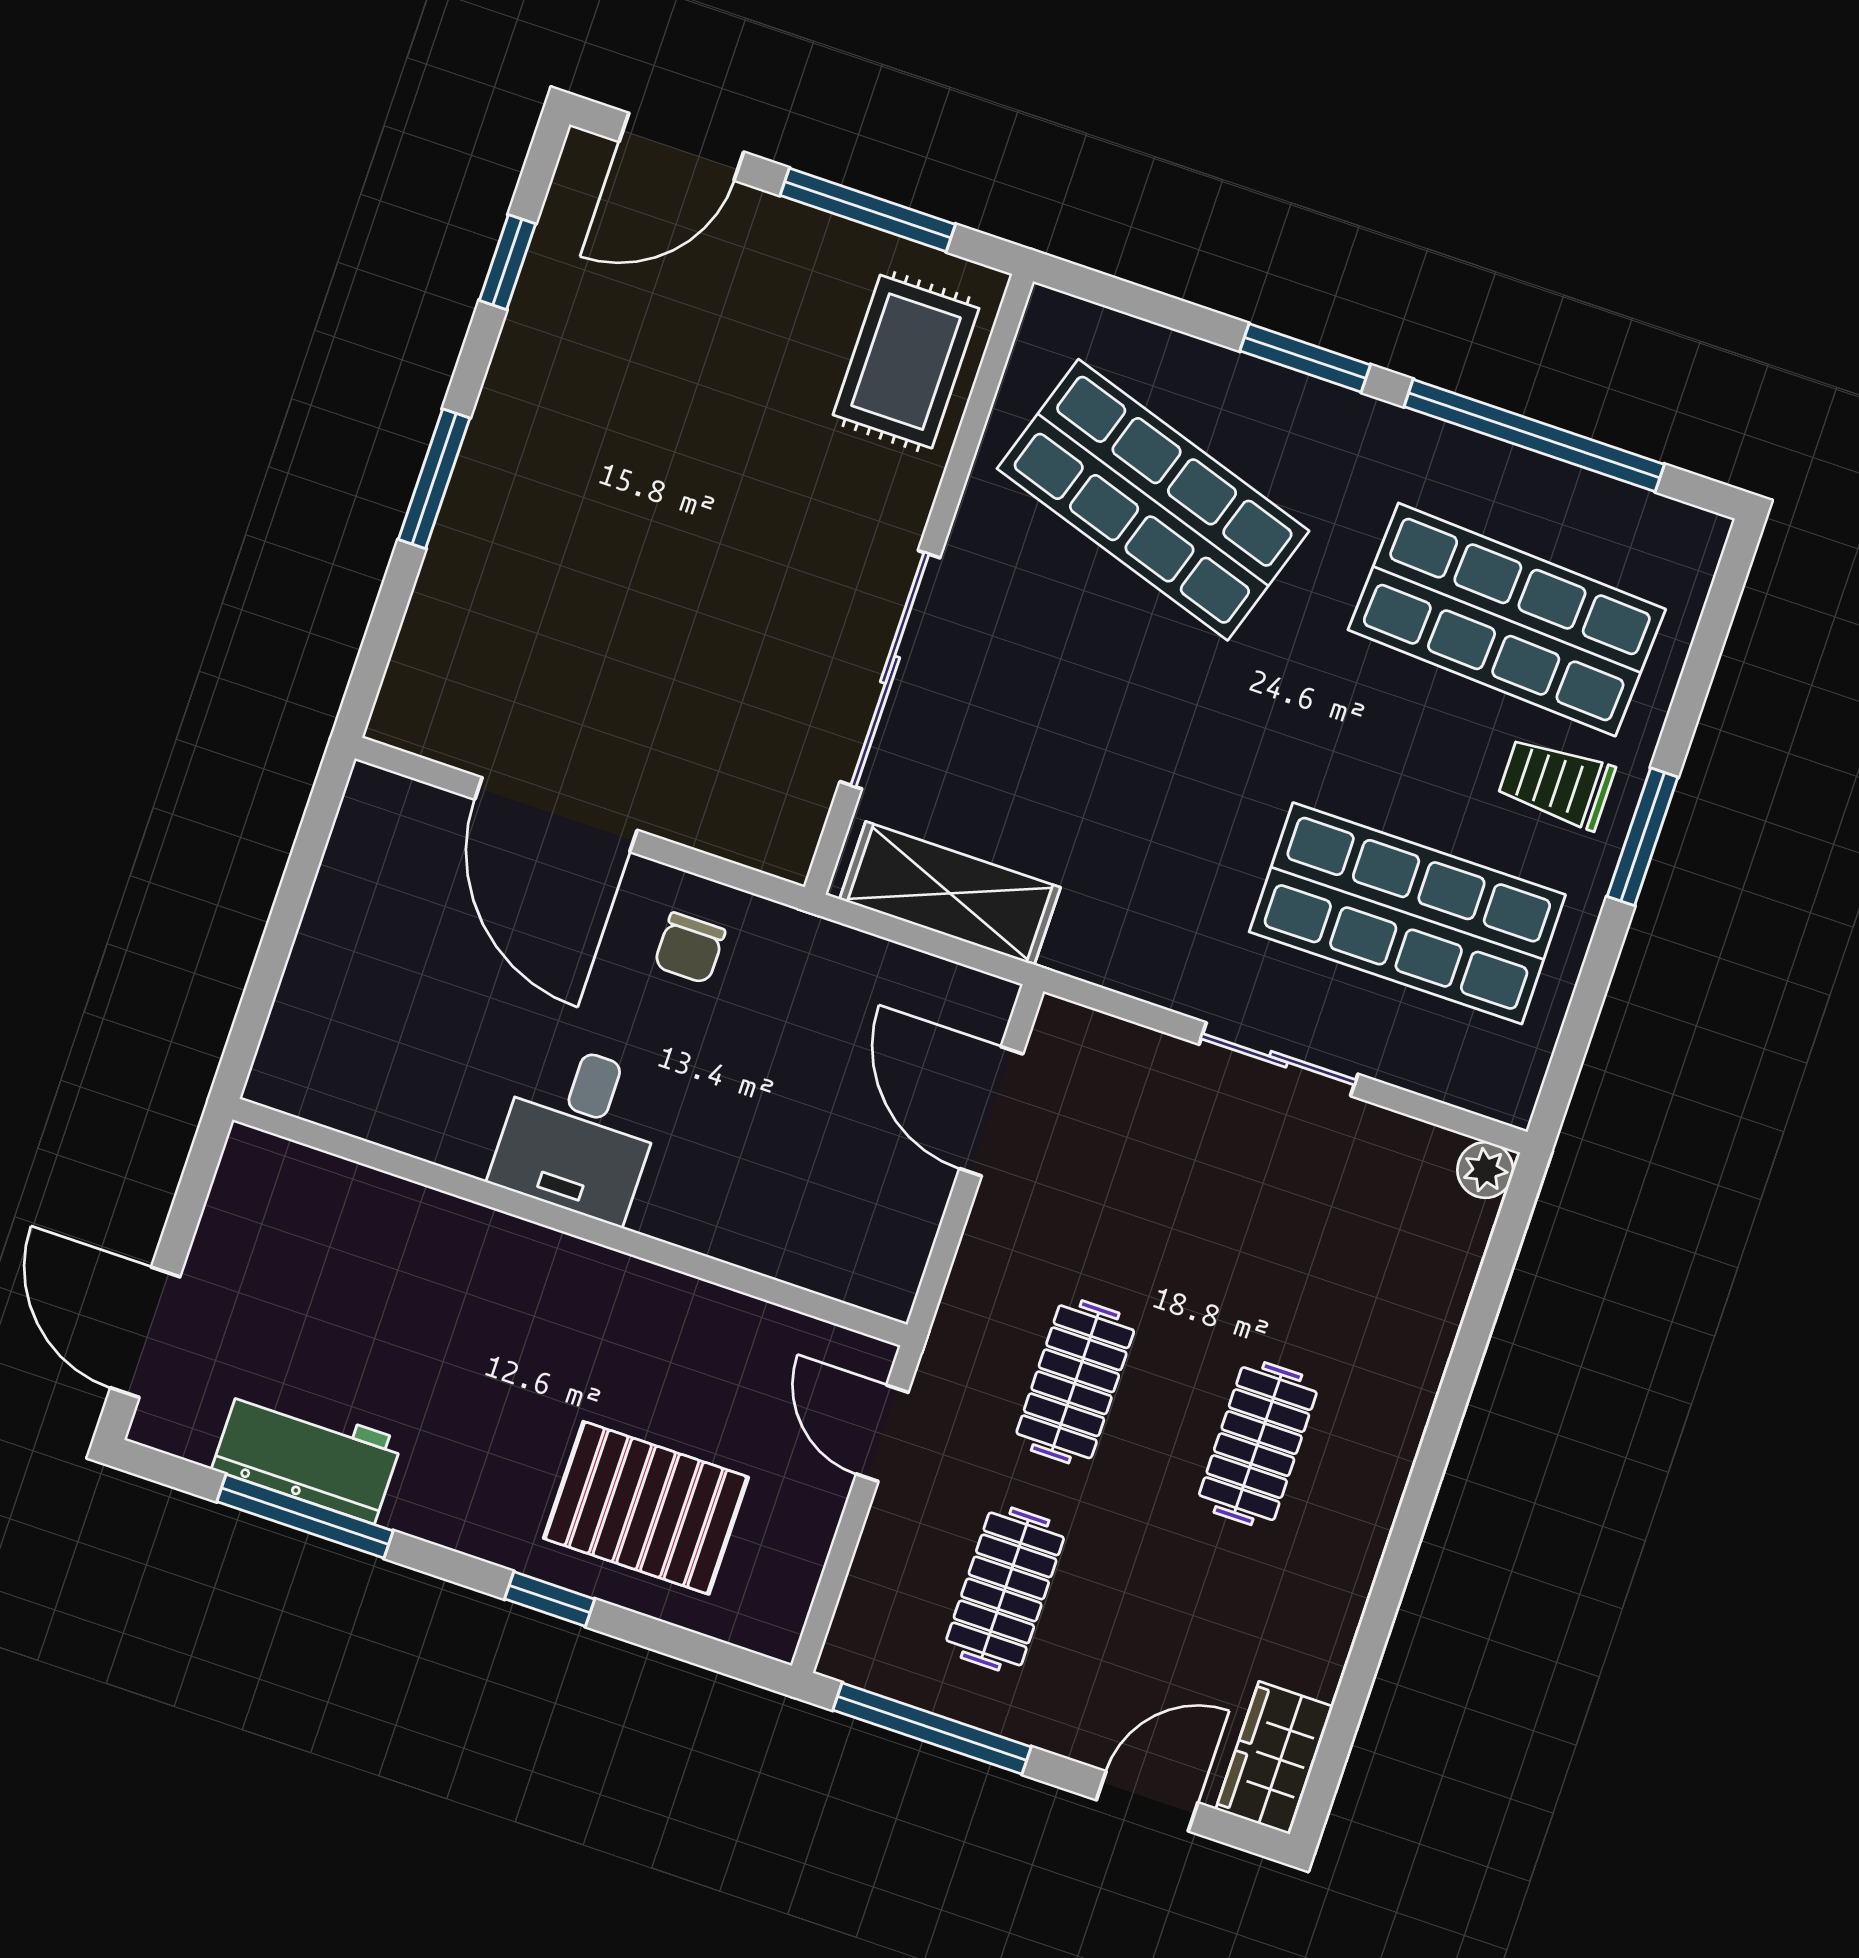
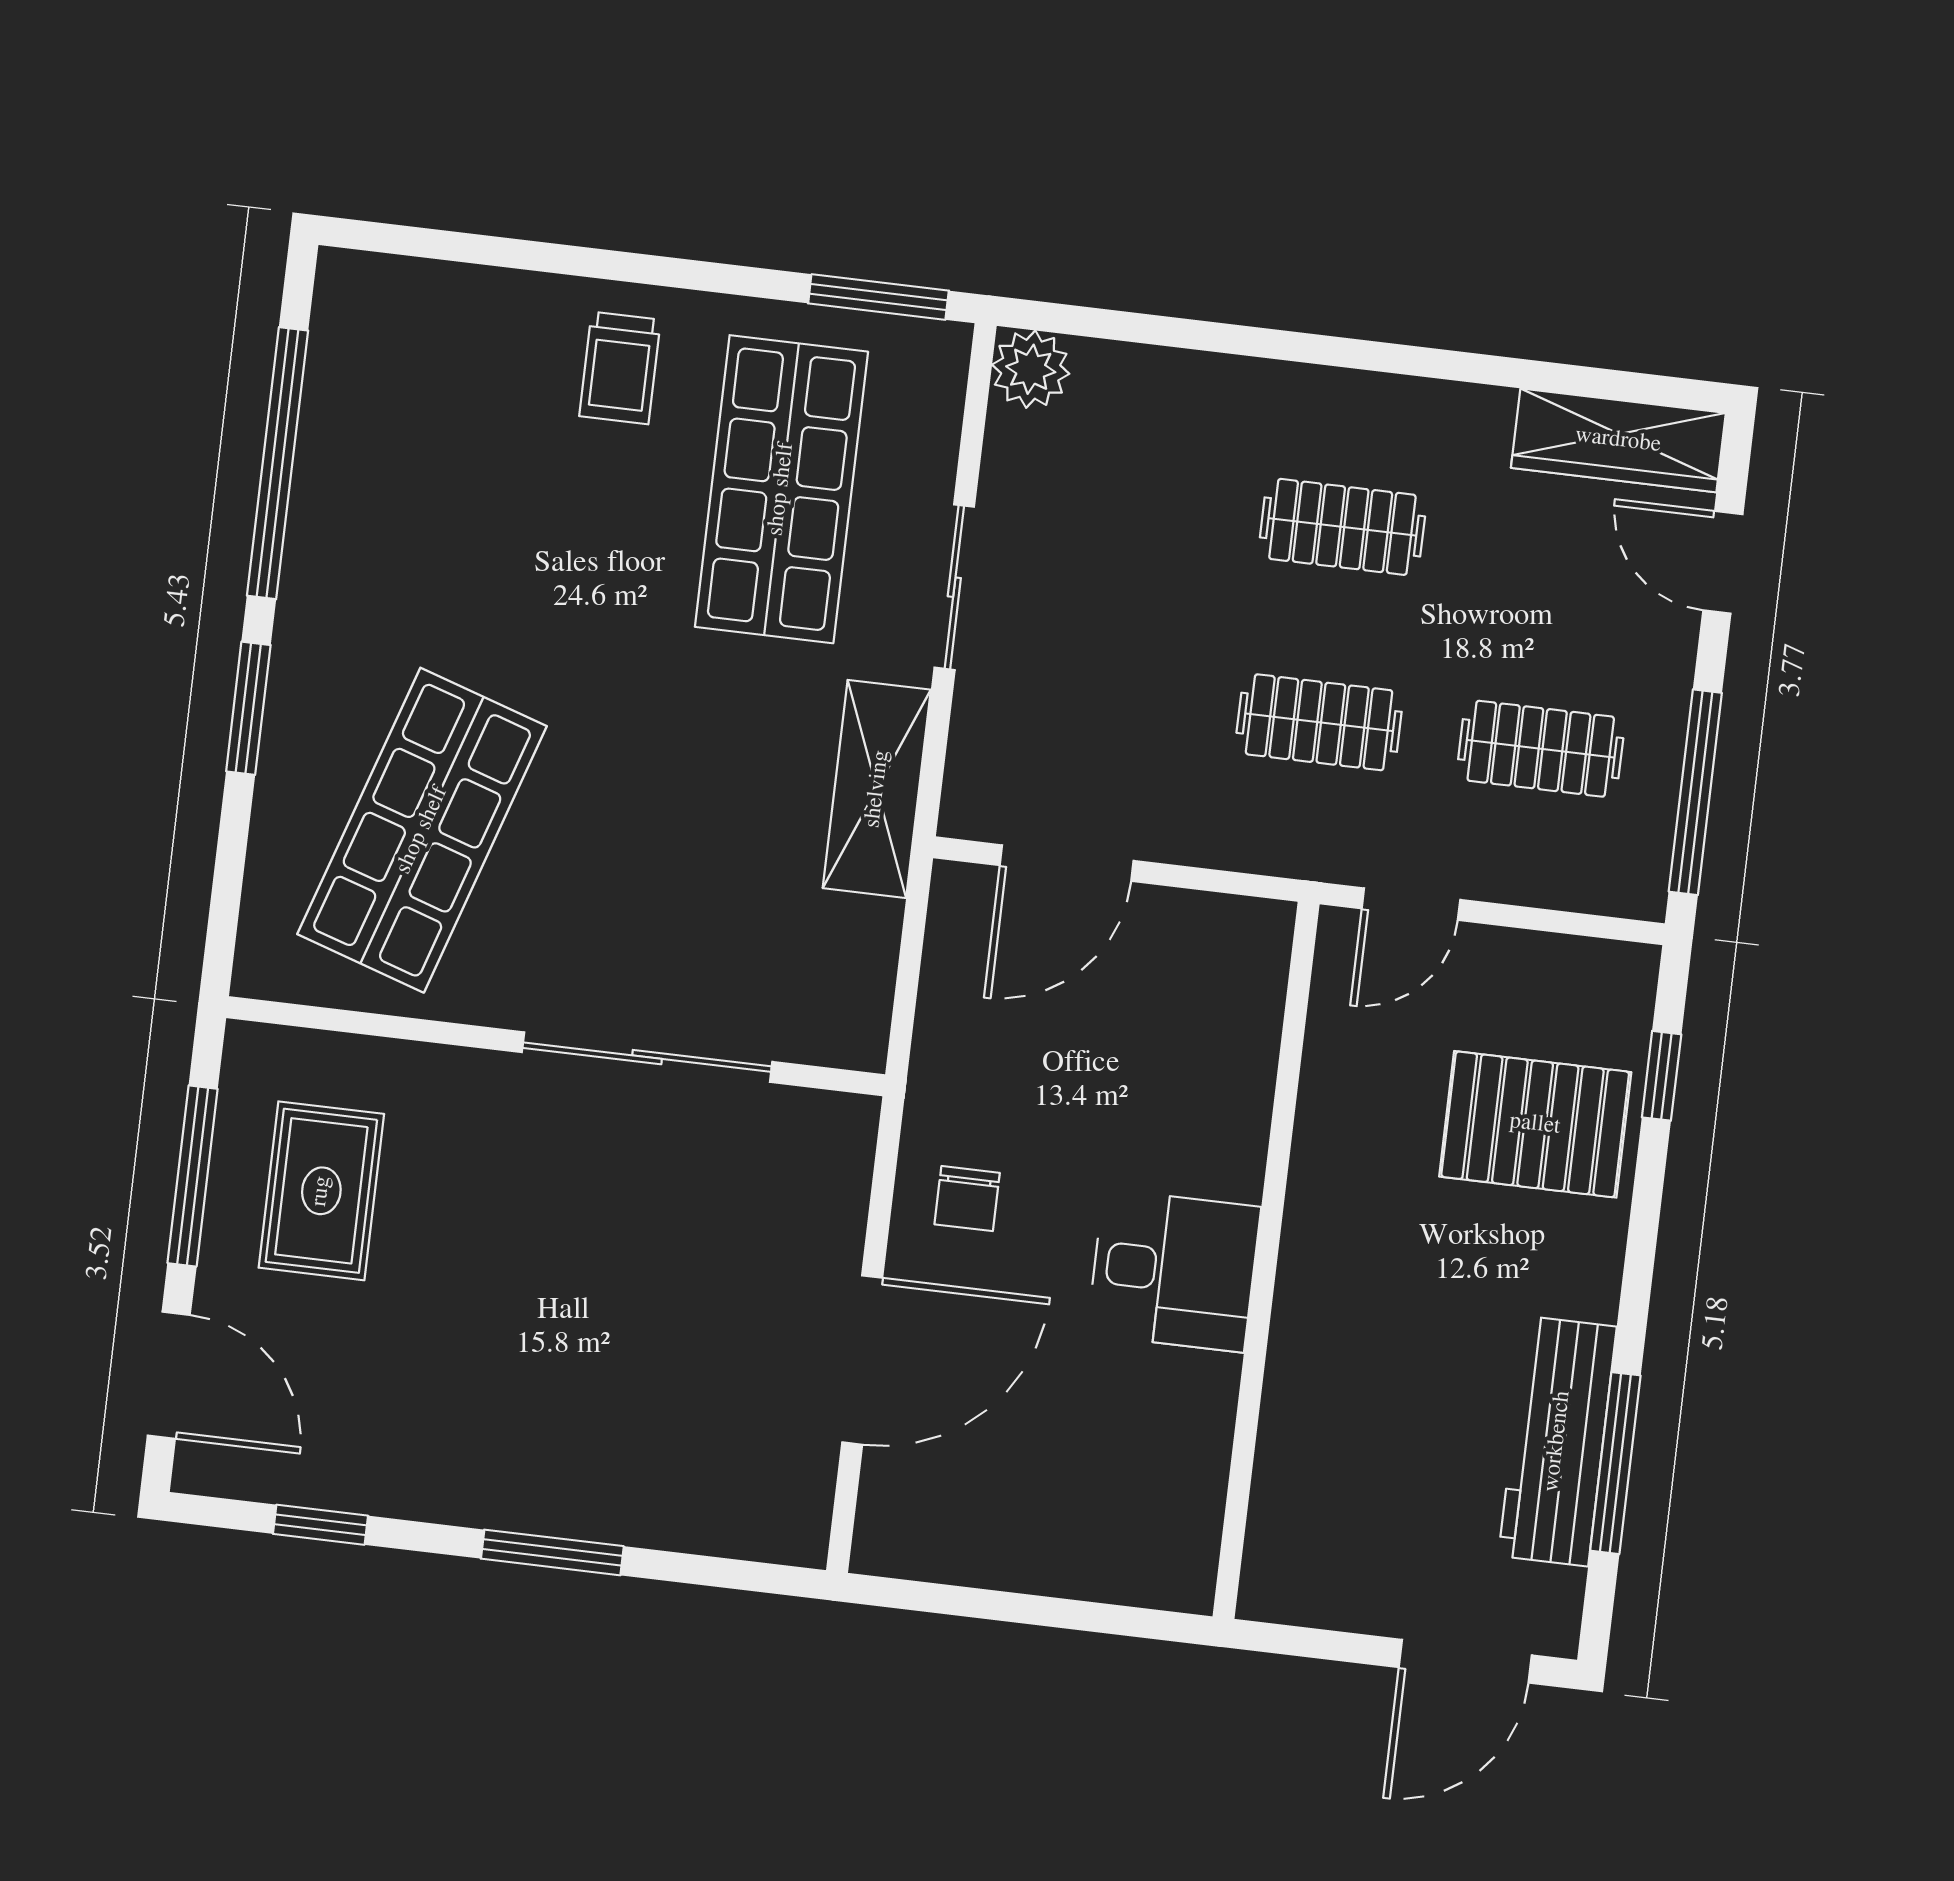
rug: (906, 362) -> (321, 1191), moved, turned 90
shop shelf: (1507, 620) -> (467, 452), removed
window: (1643, 837) -> (878, 297), moved
shelving: (950, 893) -> (877, 789), moved
chair: (690, 948) -> (967, 1199), turned 90
plant: (1485, 1170) -> (1031, 369), width x1.38, depth x1.38
workbench: (307, 1455) -> (1557, 1441), width x1.38
pallet: (646, 1508) -> (1535, 1124), turned 90
window: (550, 1599) -> (1662, 1076), moved
wardrobe: (1274, 1758) -> (1618, 440), width x1.50

